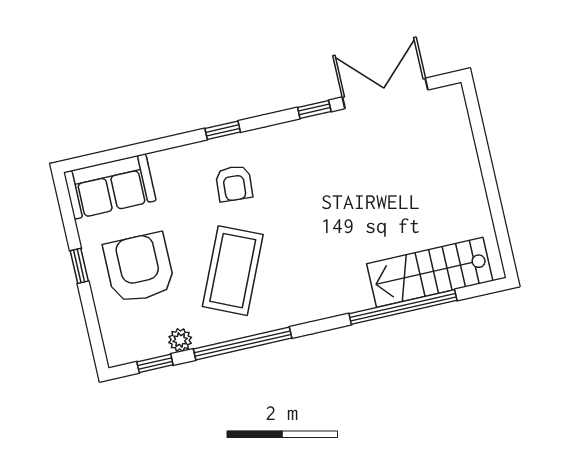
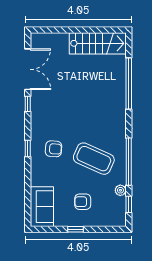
double door: (385, 93) -> (28, 69), swing flipped
armchair: (139, 268) -> (83, 202), width x0.53, depth x0.53
stairs: (430, 272) -> (98, 43), moved, turned -90

